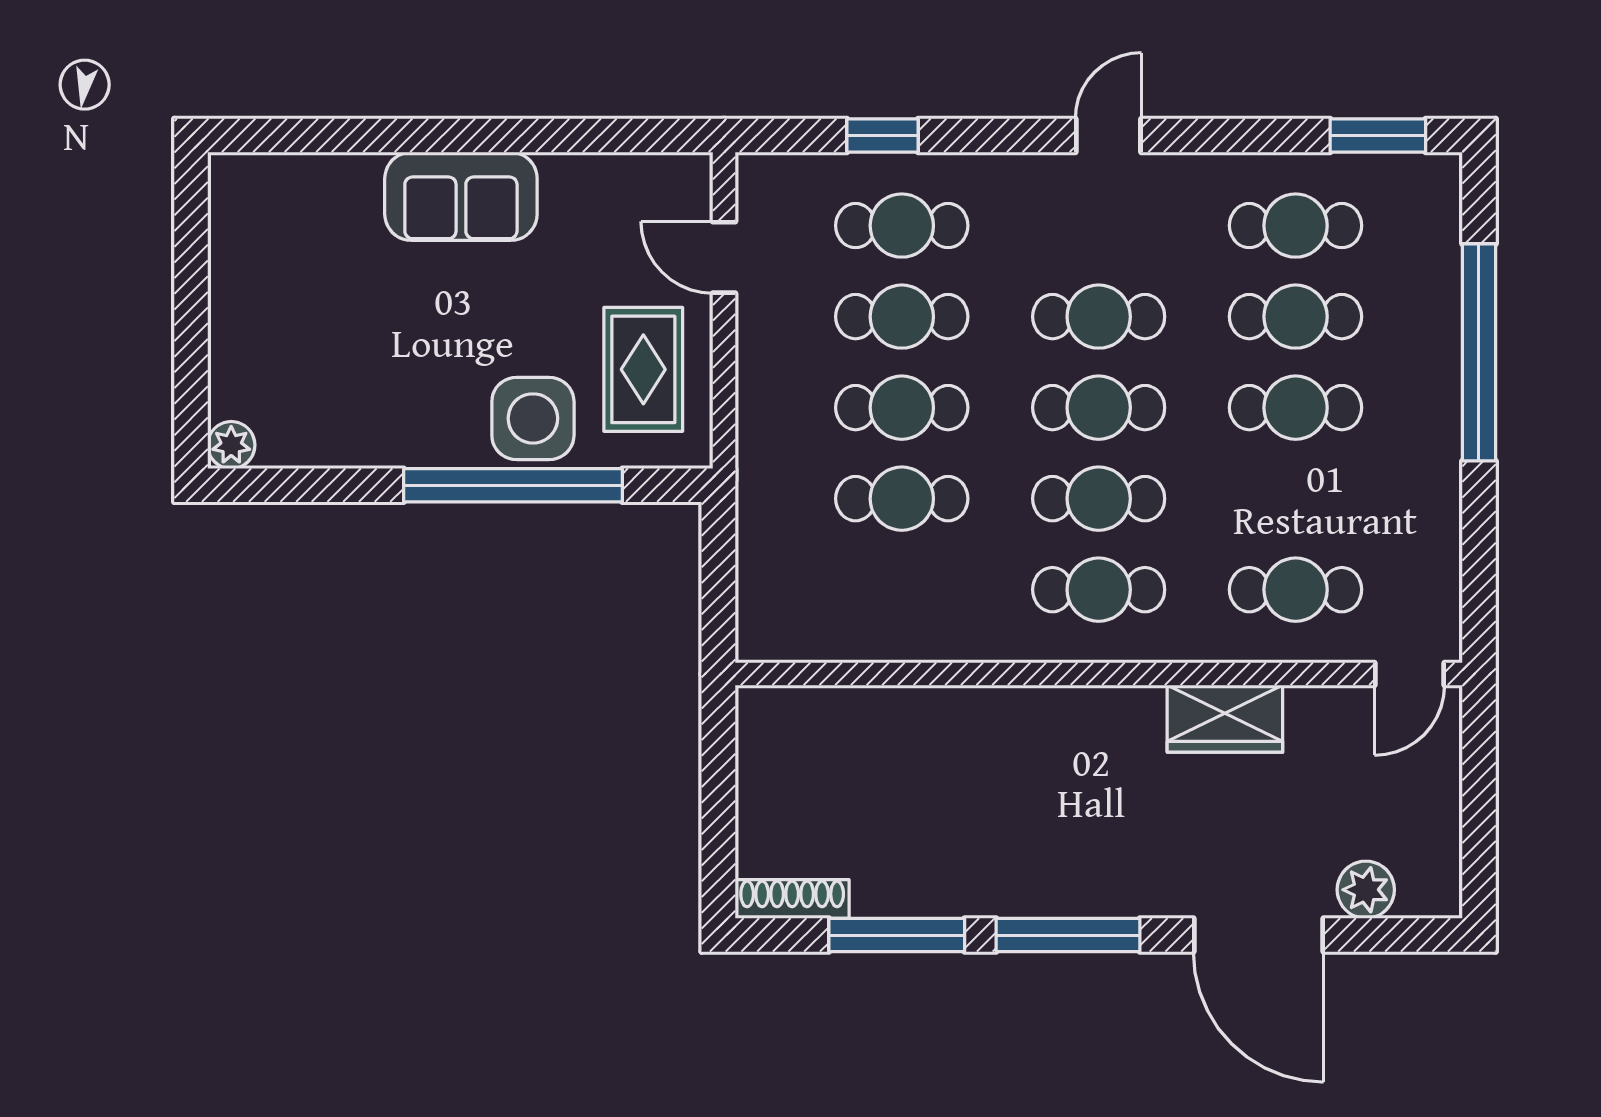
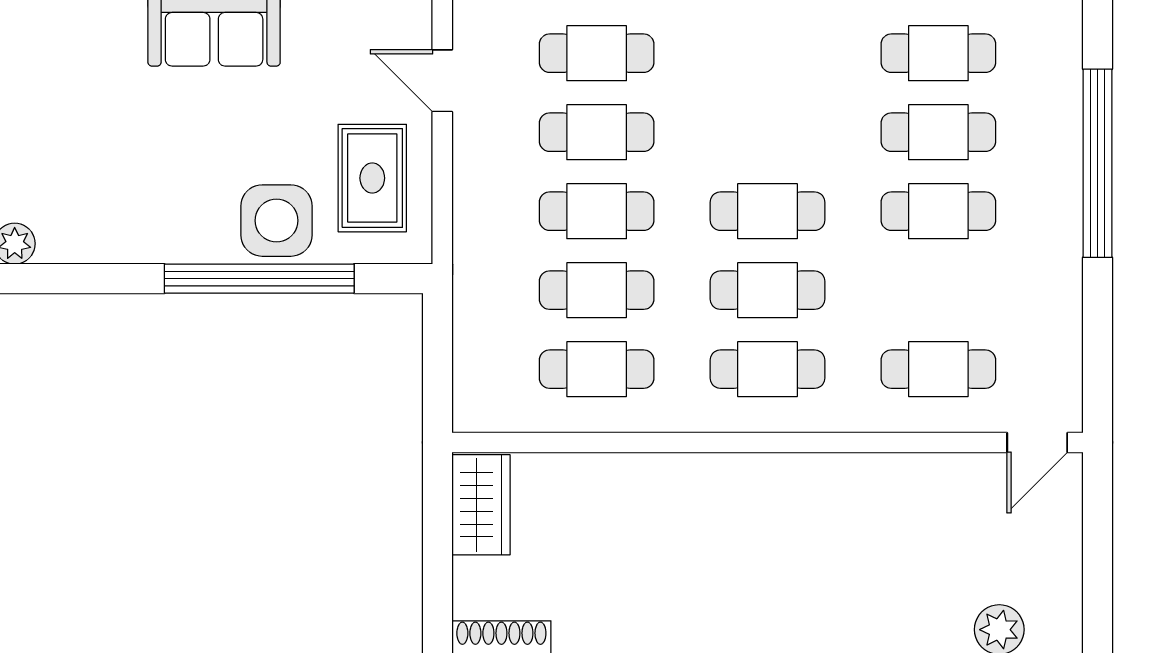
cafe table: (1099, 317) -> (597, 369), moved
wardrobe: (1225, 719) -> (481, 505), moved, turned -90

